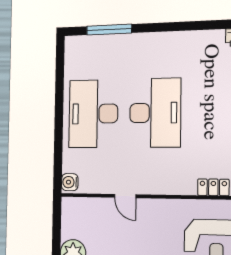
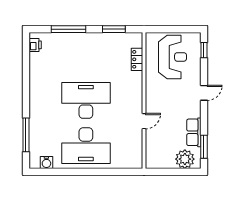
water cooler: (70, 182) -> (46, 162), moved

